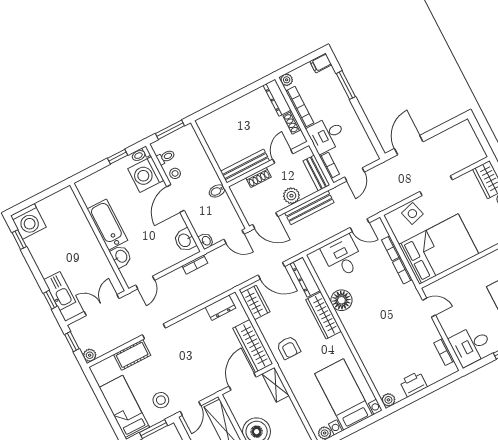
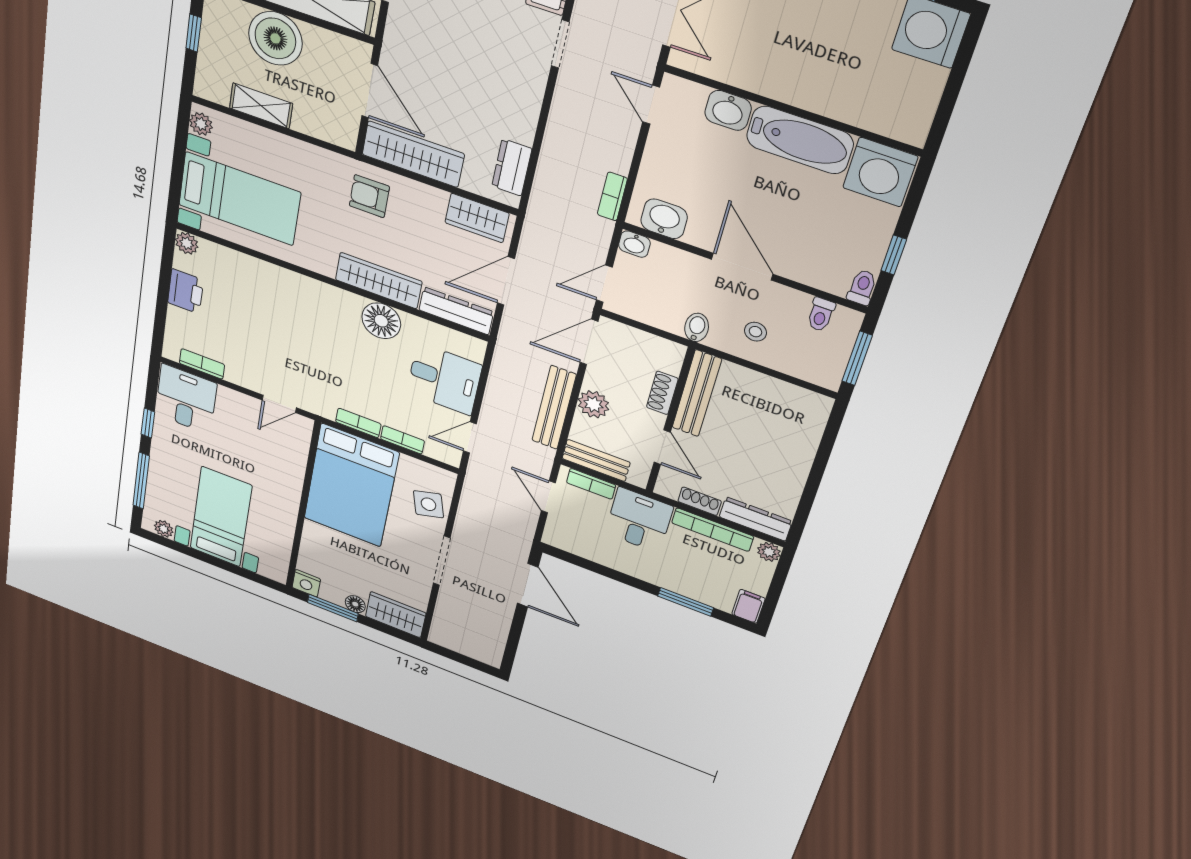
stool: (175, 173) -> (755, 332), moved
washing machine: (146, 175) -> (880, 172), moved, turned 180
shelving: (276, 385) -> (261, 106), moved

